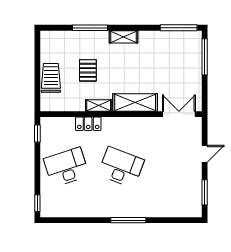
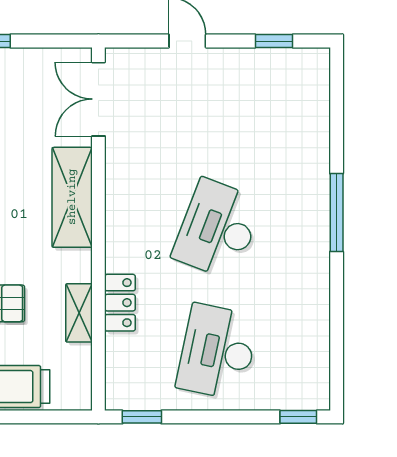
shelving: (99, 106) -> (79, 313), moved
desk: (66, 167) -> (218, 352), turned 30
window: (205, 192) -> (274, 41), width x0.67

